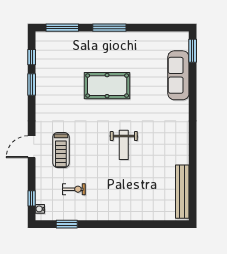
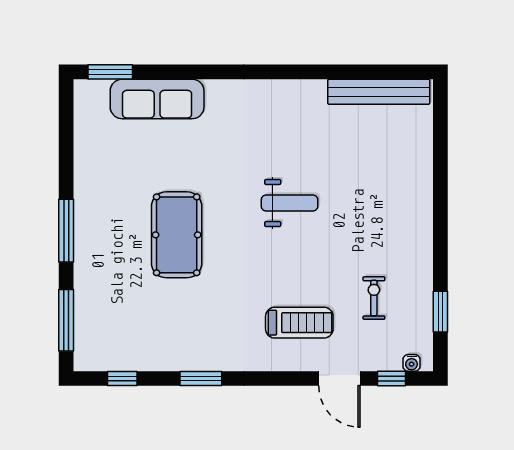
window: (32, 84) -> (201, 379), moved
door: (32, 147) -> (339, 379), moved

